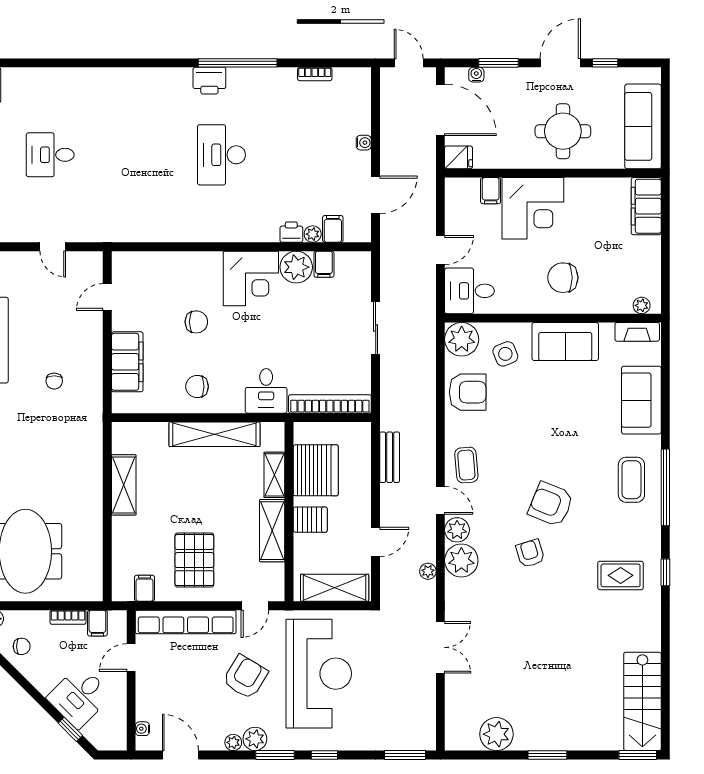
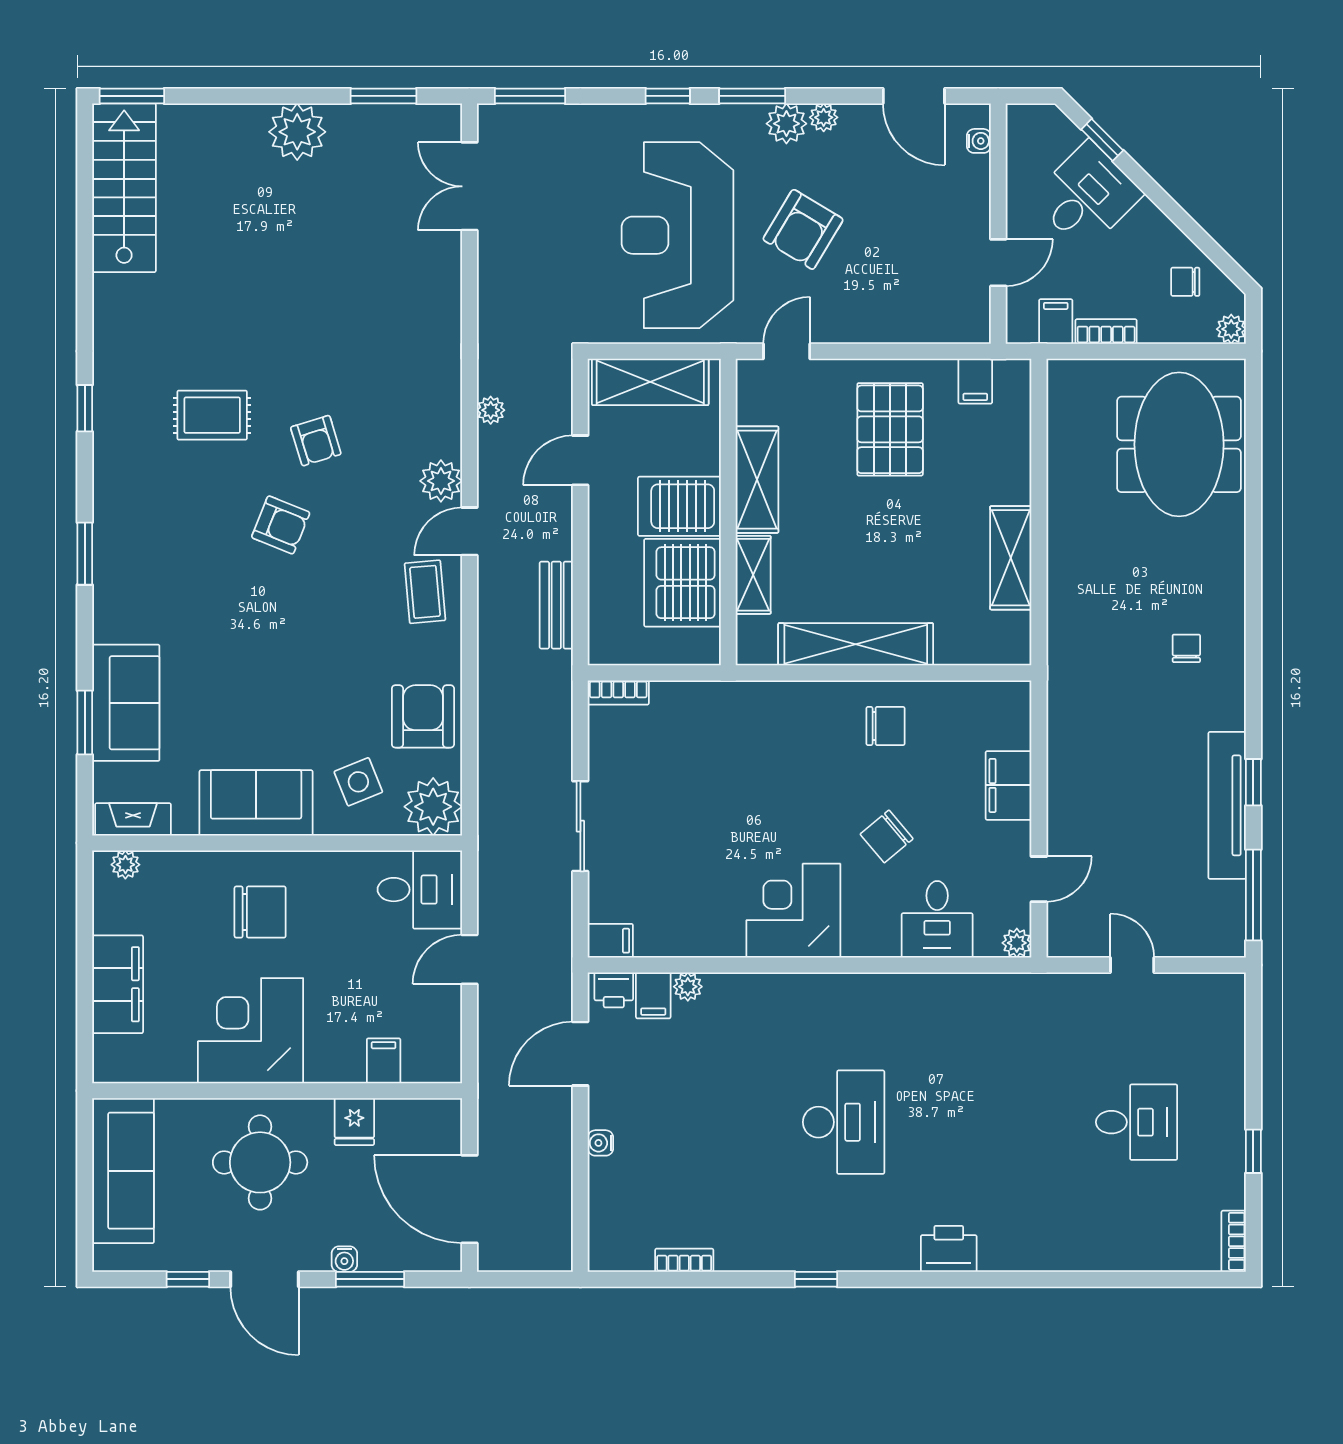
window: (238, 63) -> (816, 1279), width x0.32
door: (409, 63) -> (524, 1279), removed
door: (560, 63) -> (265, 1279), hinge flipped
water cooler: (476, 75) -> (344, 1259), moved
printer: (209, 81) -> (949, 1249), moved
fridge: (458, 157) -> (354, 1122), moved, turned -90
filing cabinet: (646, 206) -> (118, 984), moved
corner desk: (533, 208) -> (251, 1031), moved
printer: (291, 232) -> (614, 990), moved
filing cabinet: (324, 264) -> (610, 941), moved, turned 90
plant: (296, 267) -> (1017, 943), moved, width x0.53, depth x0.53
chair: (196, 322) -> (887, 836), turned -40
filing cabinet: (127, 362) -> (1009, 785), width x0.67, depth x0.86
chair: (54, 381) -> (1186, 648), moved
window: (665, 389) -> (85, 722), added
desk: (266, 391) -> (937, 919), moved, turned 180
armchair: (468, 392) -> (423, 716), turned 90
bookcase: (330, 404) -> (618, 692), width x0.43, depth x0.76
coffee table: (631, 480) -> (143, 567), removed
window: (665, 487) -> (85, 554), width x0.47
door: (440, 500) -> (469, 531), hinge flipped
armchair: (551, 504) -> (281, 525), width x0.72, depth x0.72
server rack: (310, 520) -> (679, 506), width x1.36, depth x1.44
plant: (461, 560) -> (434, 429), removed
rug: (621, 575) -> (212, 415), moved
row of seats: (186, 622) -> (905, 323), removed
double door: (440, 647) -> (469, 186), moved
plant: (496, 734) -> (297, 132), moved
window: (547, 755) -> (383, 96), moved

